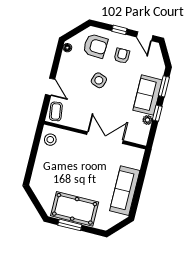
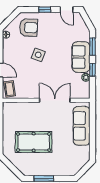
armchair: (122, 56) -> (52, 30), removed
stool: (50, 140) -> (11, 113), removed
sofa: (125, 191) -> (82, 126), moved
pool table: (75, 209) -> (34, 142), moved

